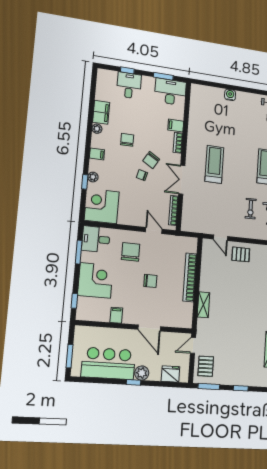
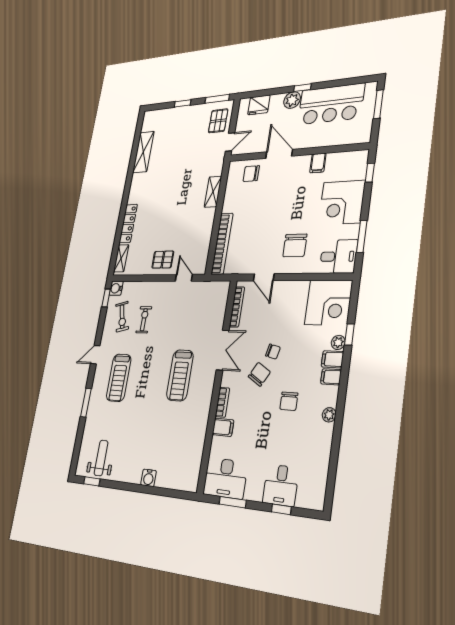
filing cabinet: (101, 112) -> (332, 359), moved, width x0.50
bookcase: (190, 277) -> (222, 244), moved
chair: (150, 281) -> (251, 174), moved

